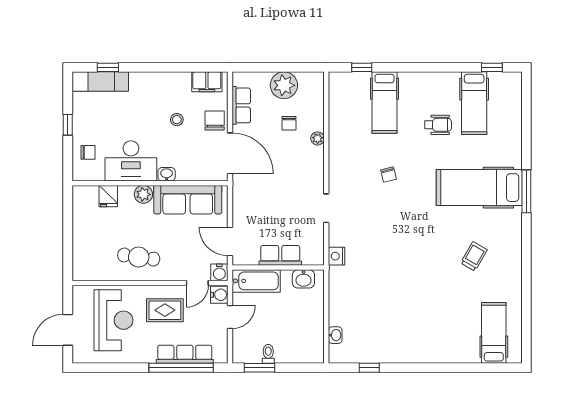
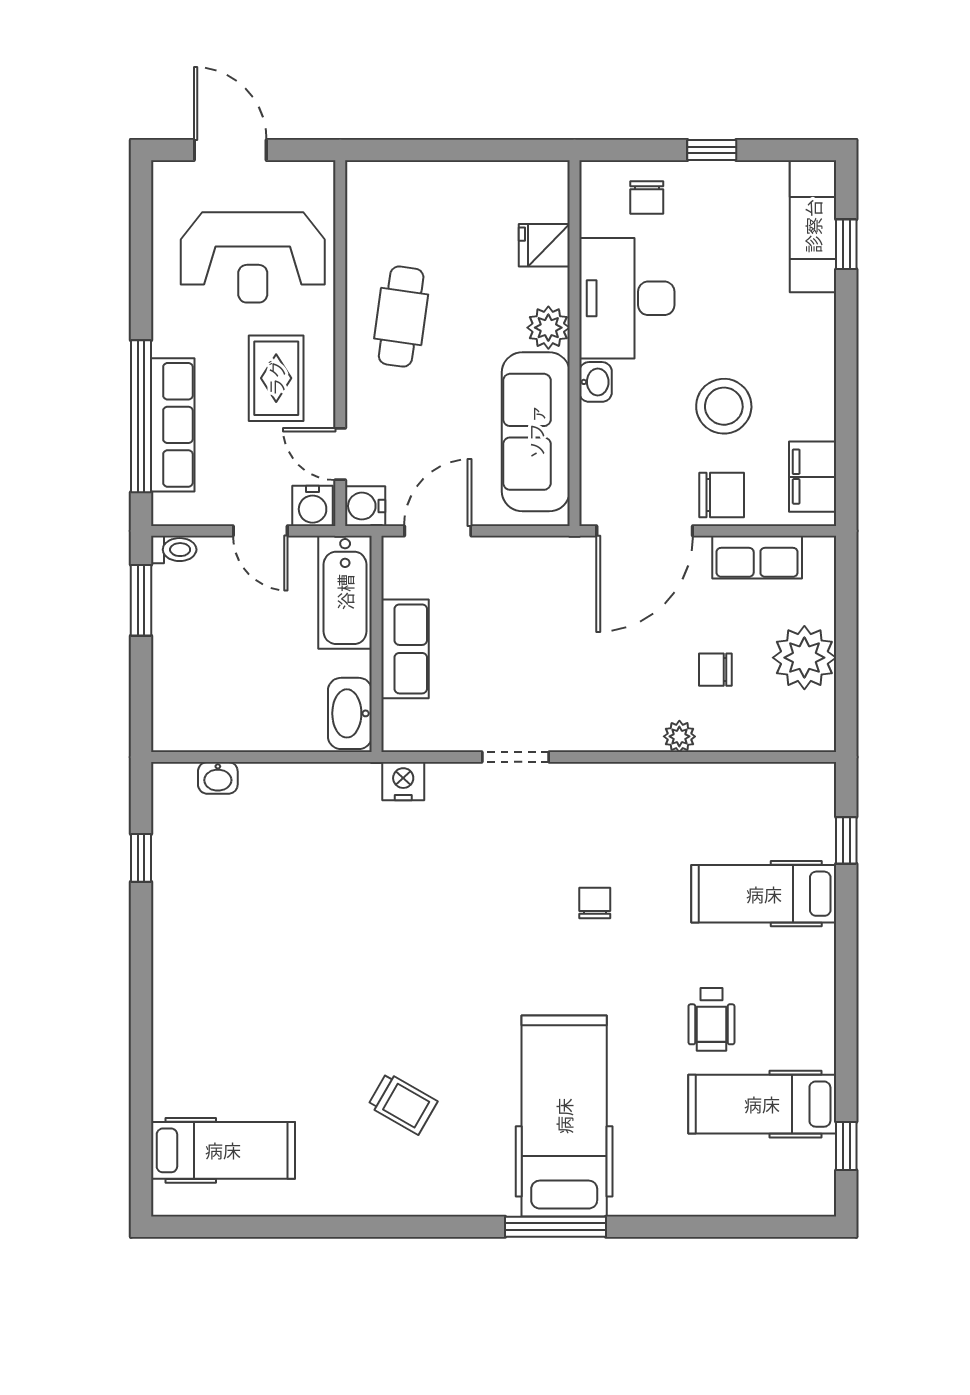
stool: (177, 120) -> (724, 406), width x1.89, depth x1.89
chair: (388, 175) -> (595, 903), turned 104
washbasin: (303, 279) -> (350, 713), width x1.38
toilet: (268, 354) -> (174, 550), moved

